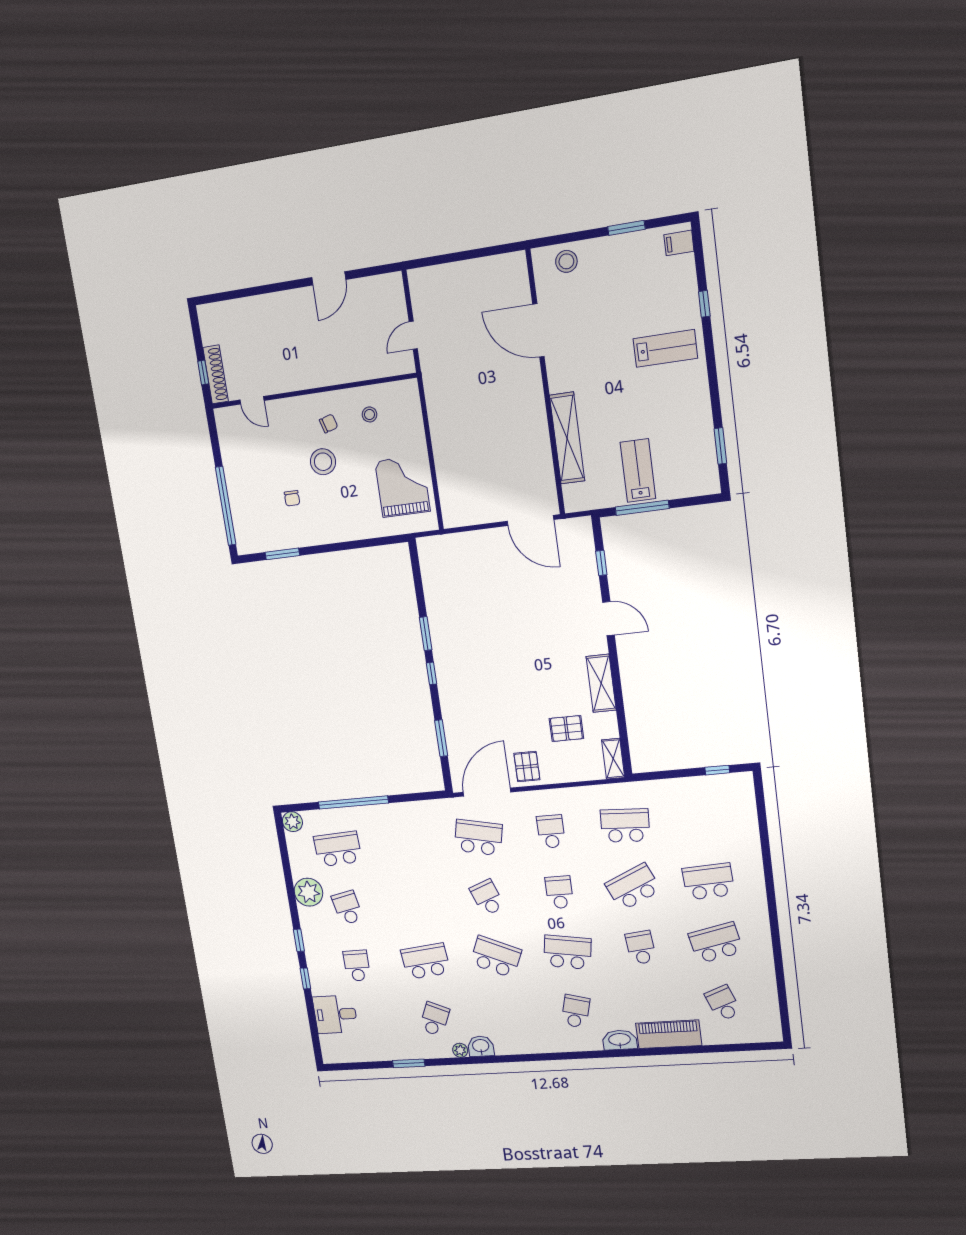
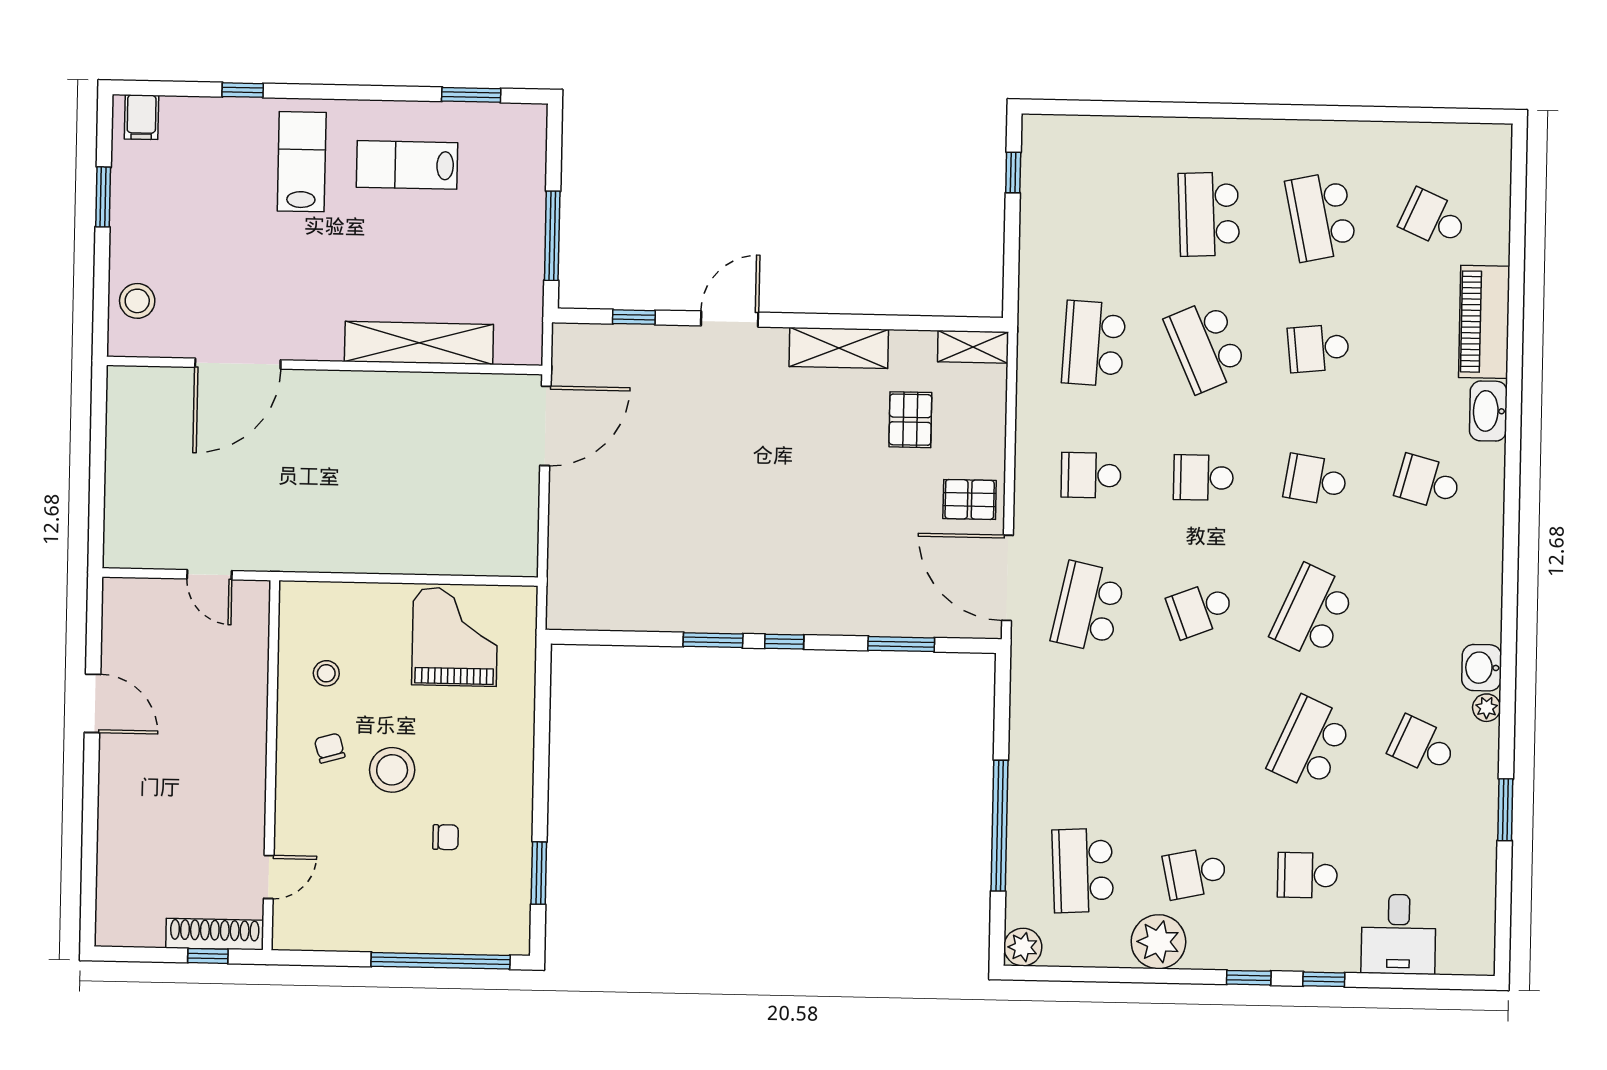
lab bench: (638, 470) -> (407, 165), moved
grand piano: (403, 486) -> (455, 637), turned 90
school desk: (568, 952) -> (1316, 480), width x0.54
school desk: (426, 961) -> (1310, 743), turned 30
school desk: (723, 1003) -> (1433, 219), turned 45

